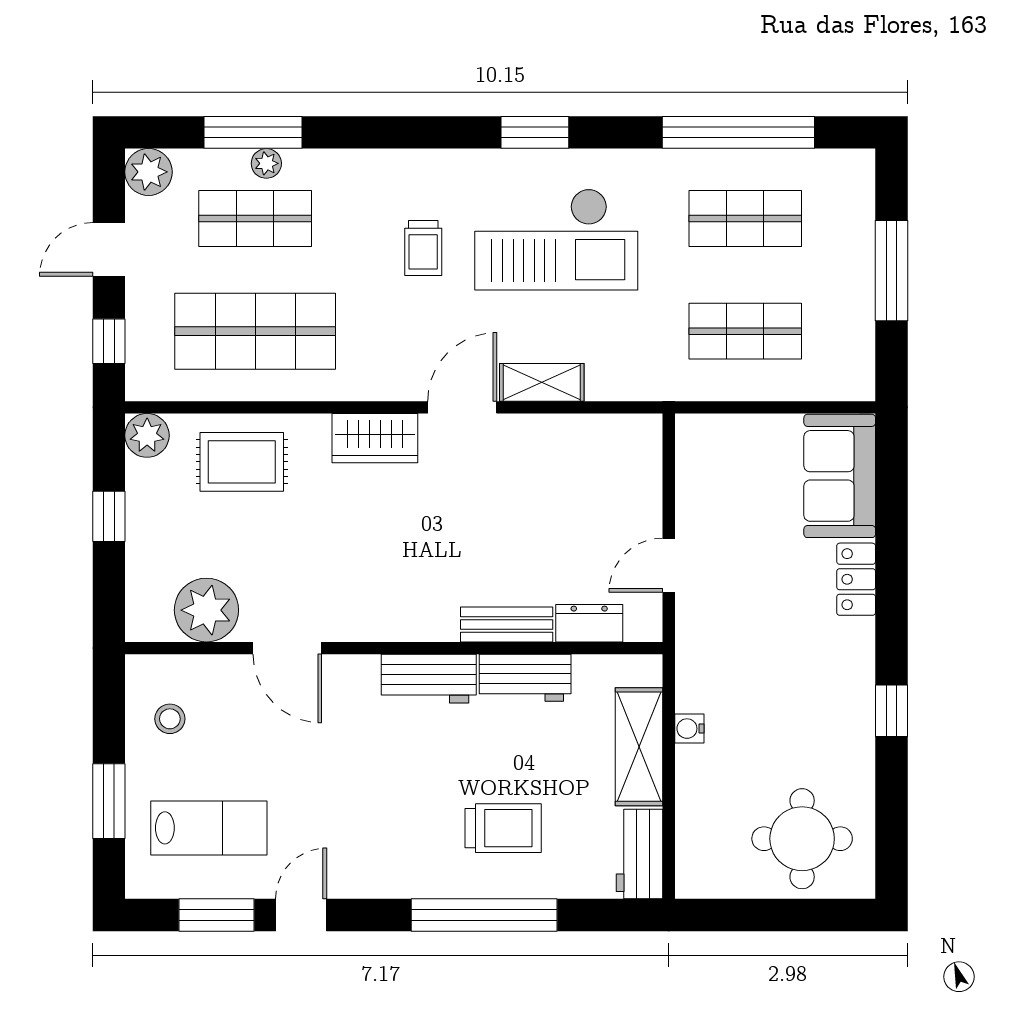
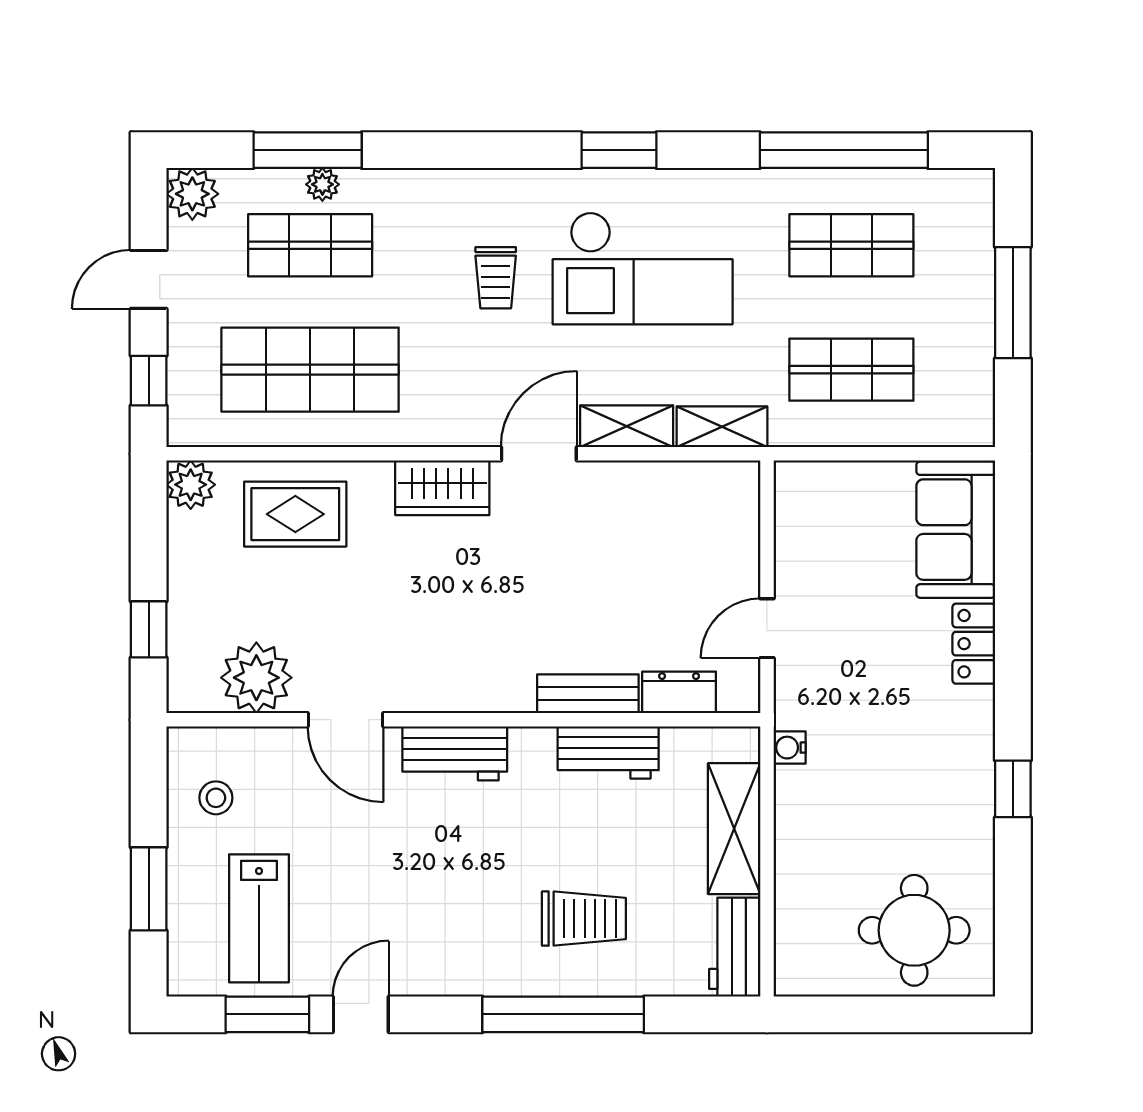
shelving: (628, 383) -> (722, 427), added
window: (109, 516) -> (149, 629), moved
workbench: (429, 679) -> (455, 753), moved
water cooler: (689, 729) -> (790, 748), moved
lab bench: (209, 828) -> (259, 918), turned 90

